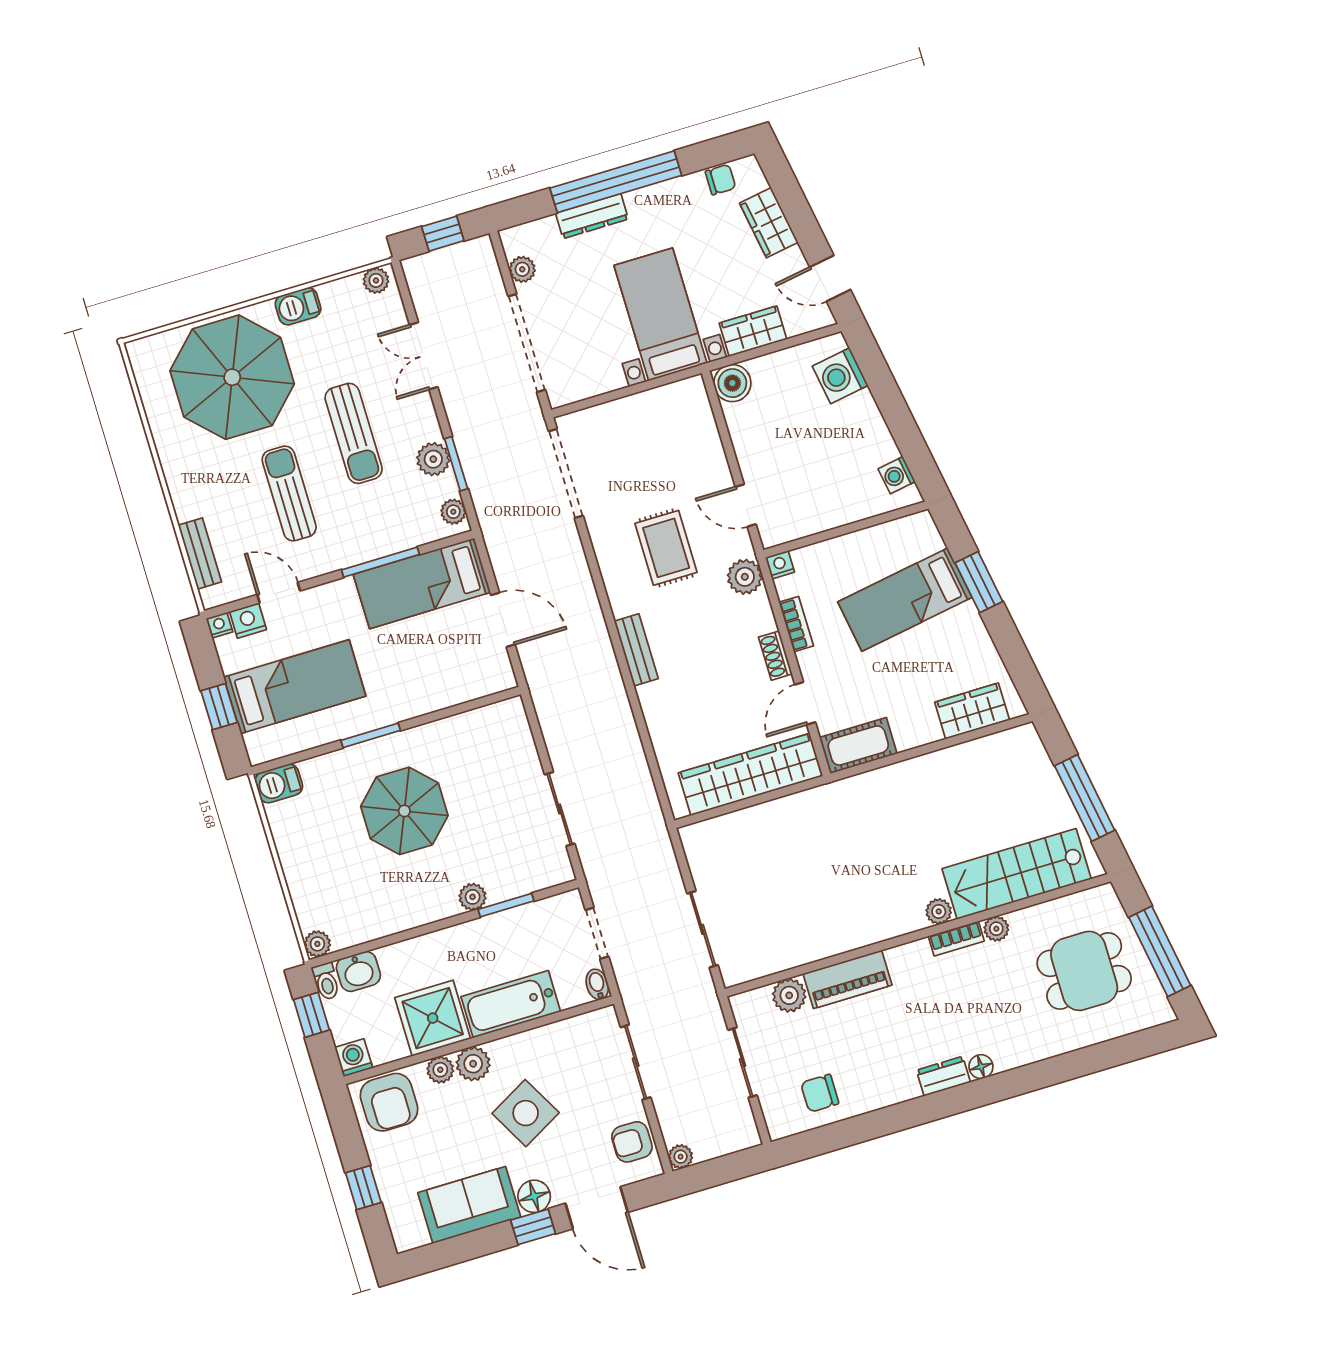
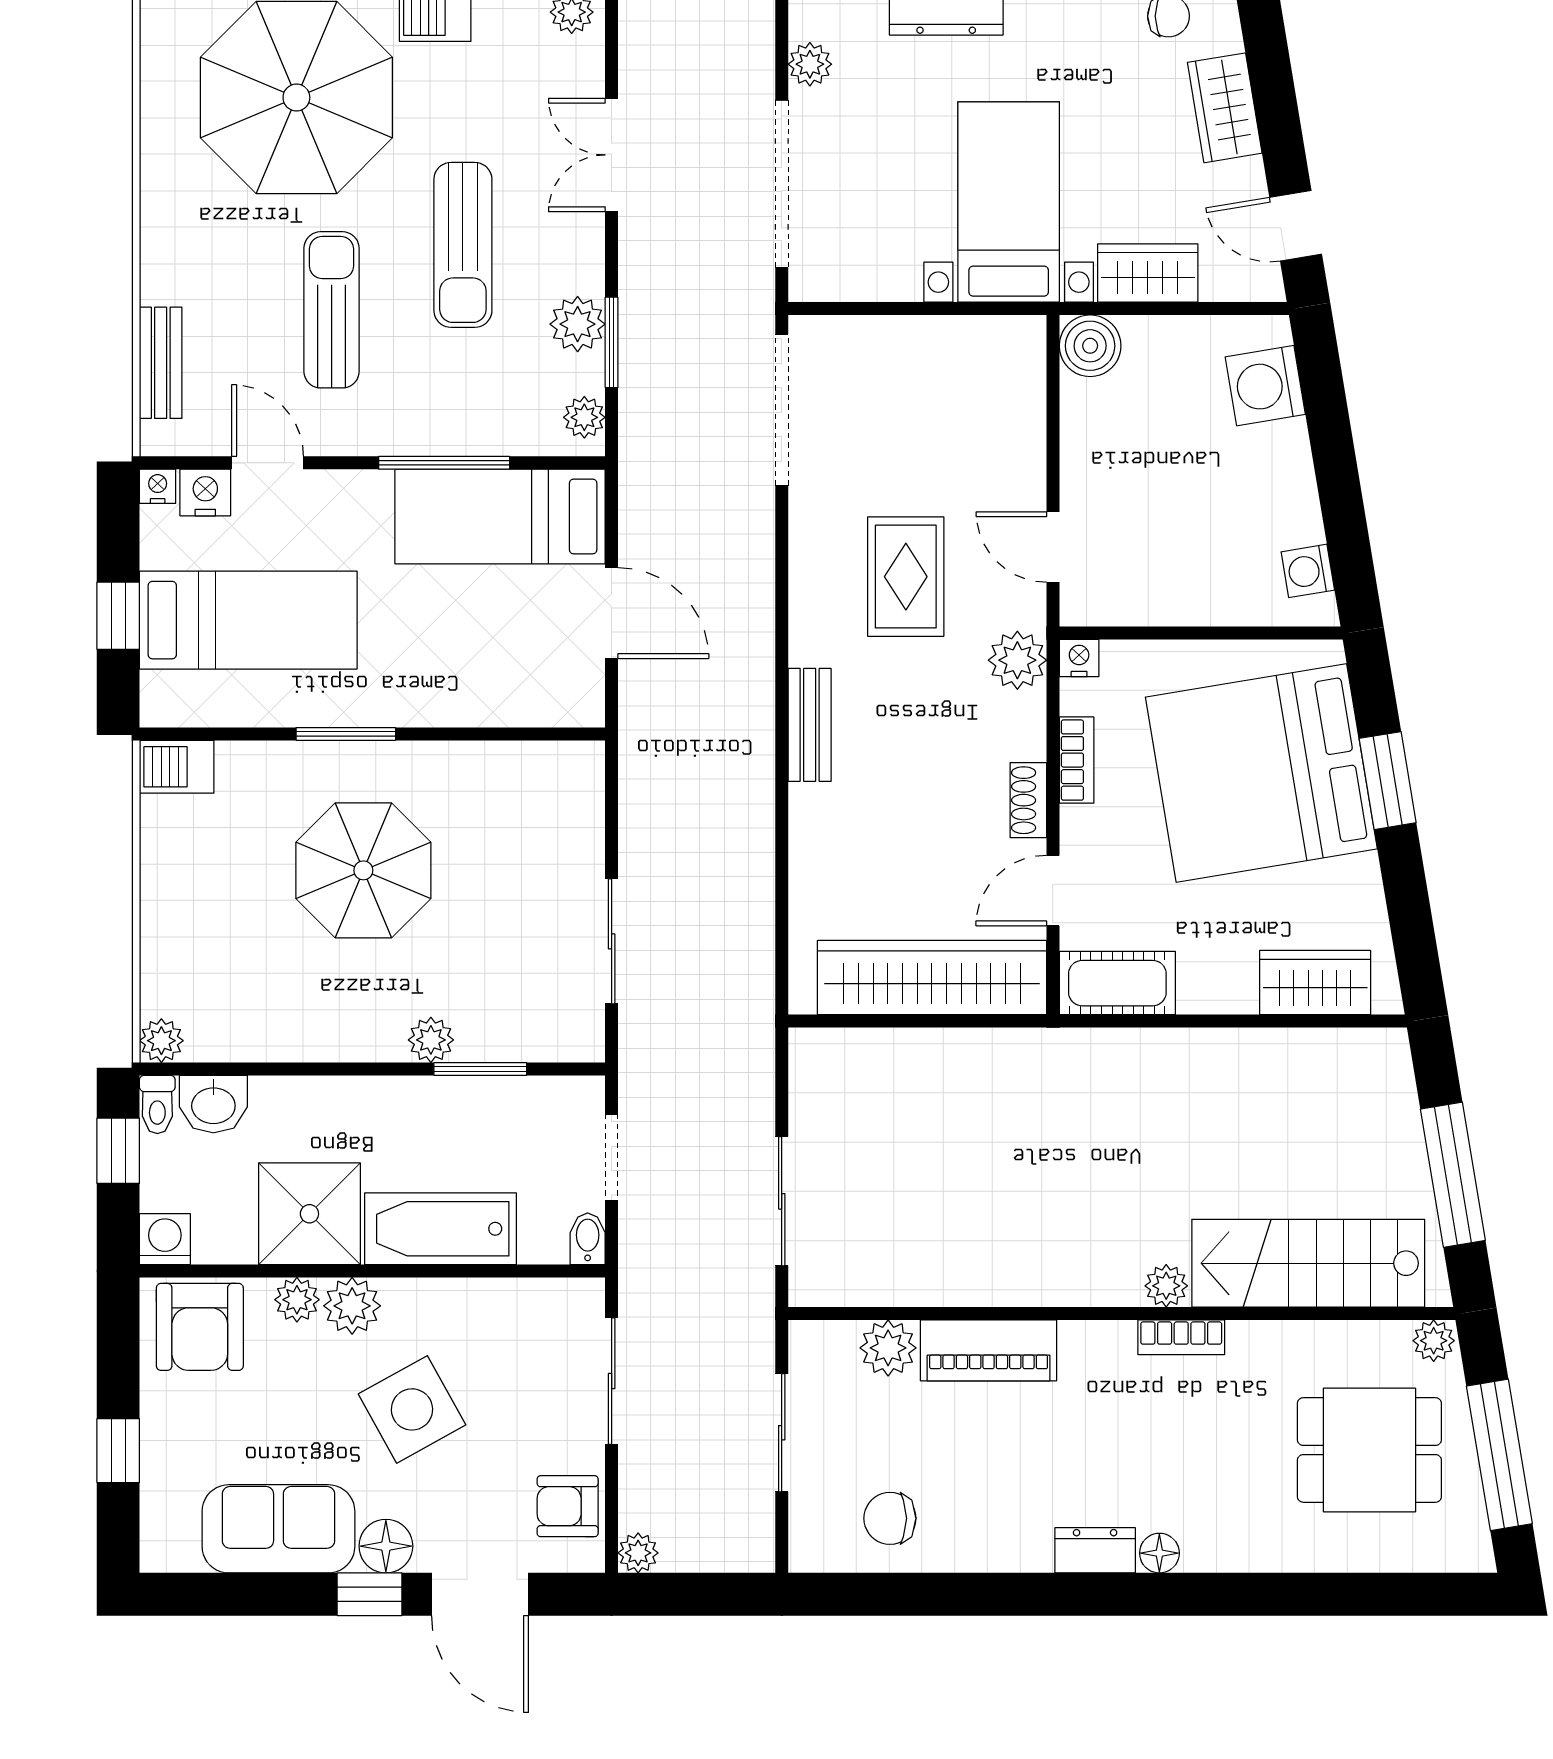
bed: (905, 600) -> (1261, 773), width x2.04
plant: (996, 929) -> (1434, 1341), moved

